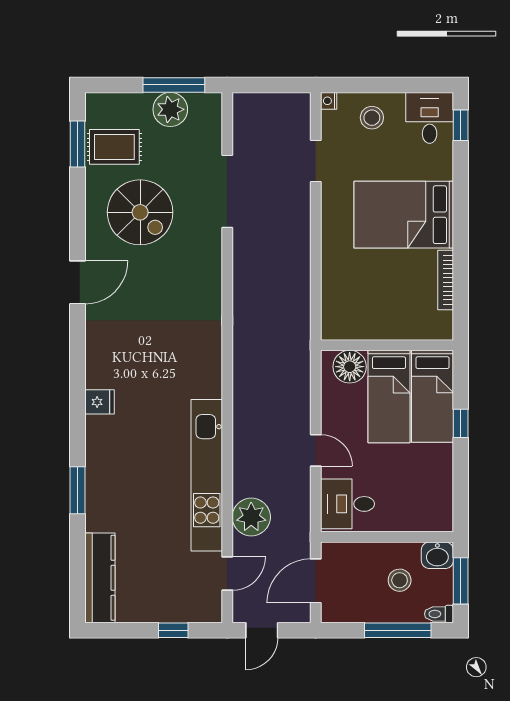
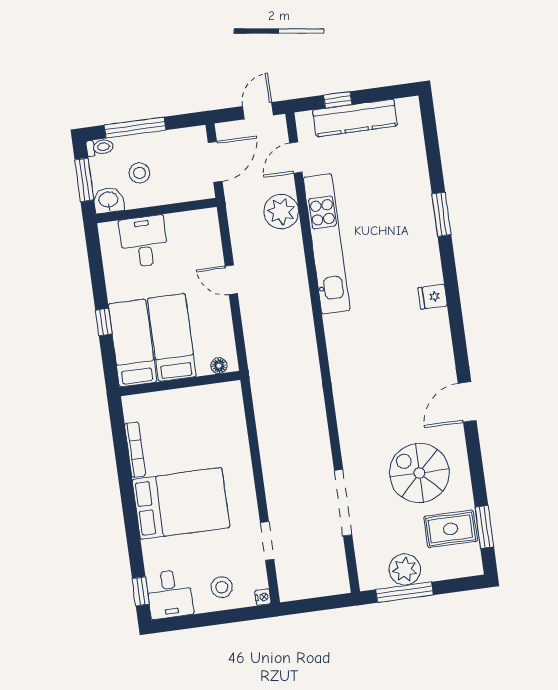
floor lamp: (350, 367) -> (219, 366), width x0.53, depth x0.53
desk: (347, 504) -> (144, 241), moved, turned -90
kitchen counter: (100, 578) -> (355, 118), moved, turned -90

